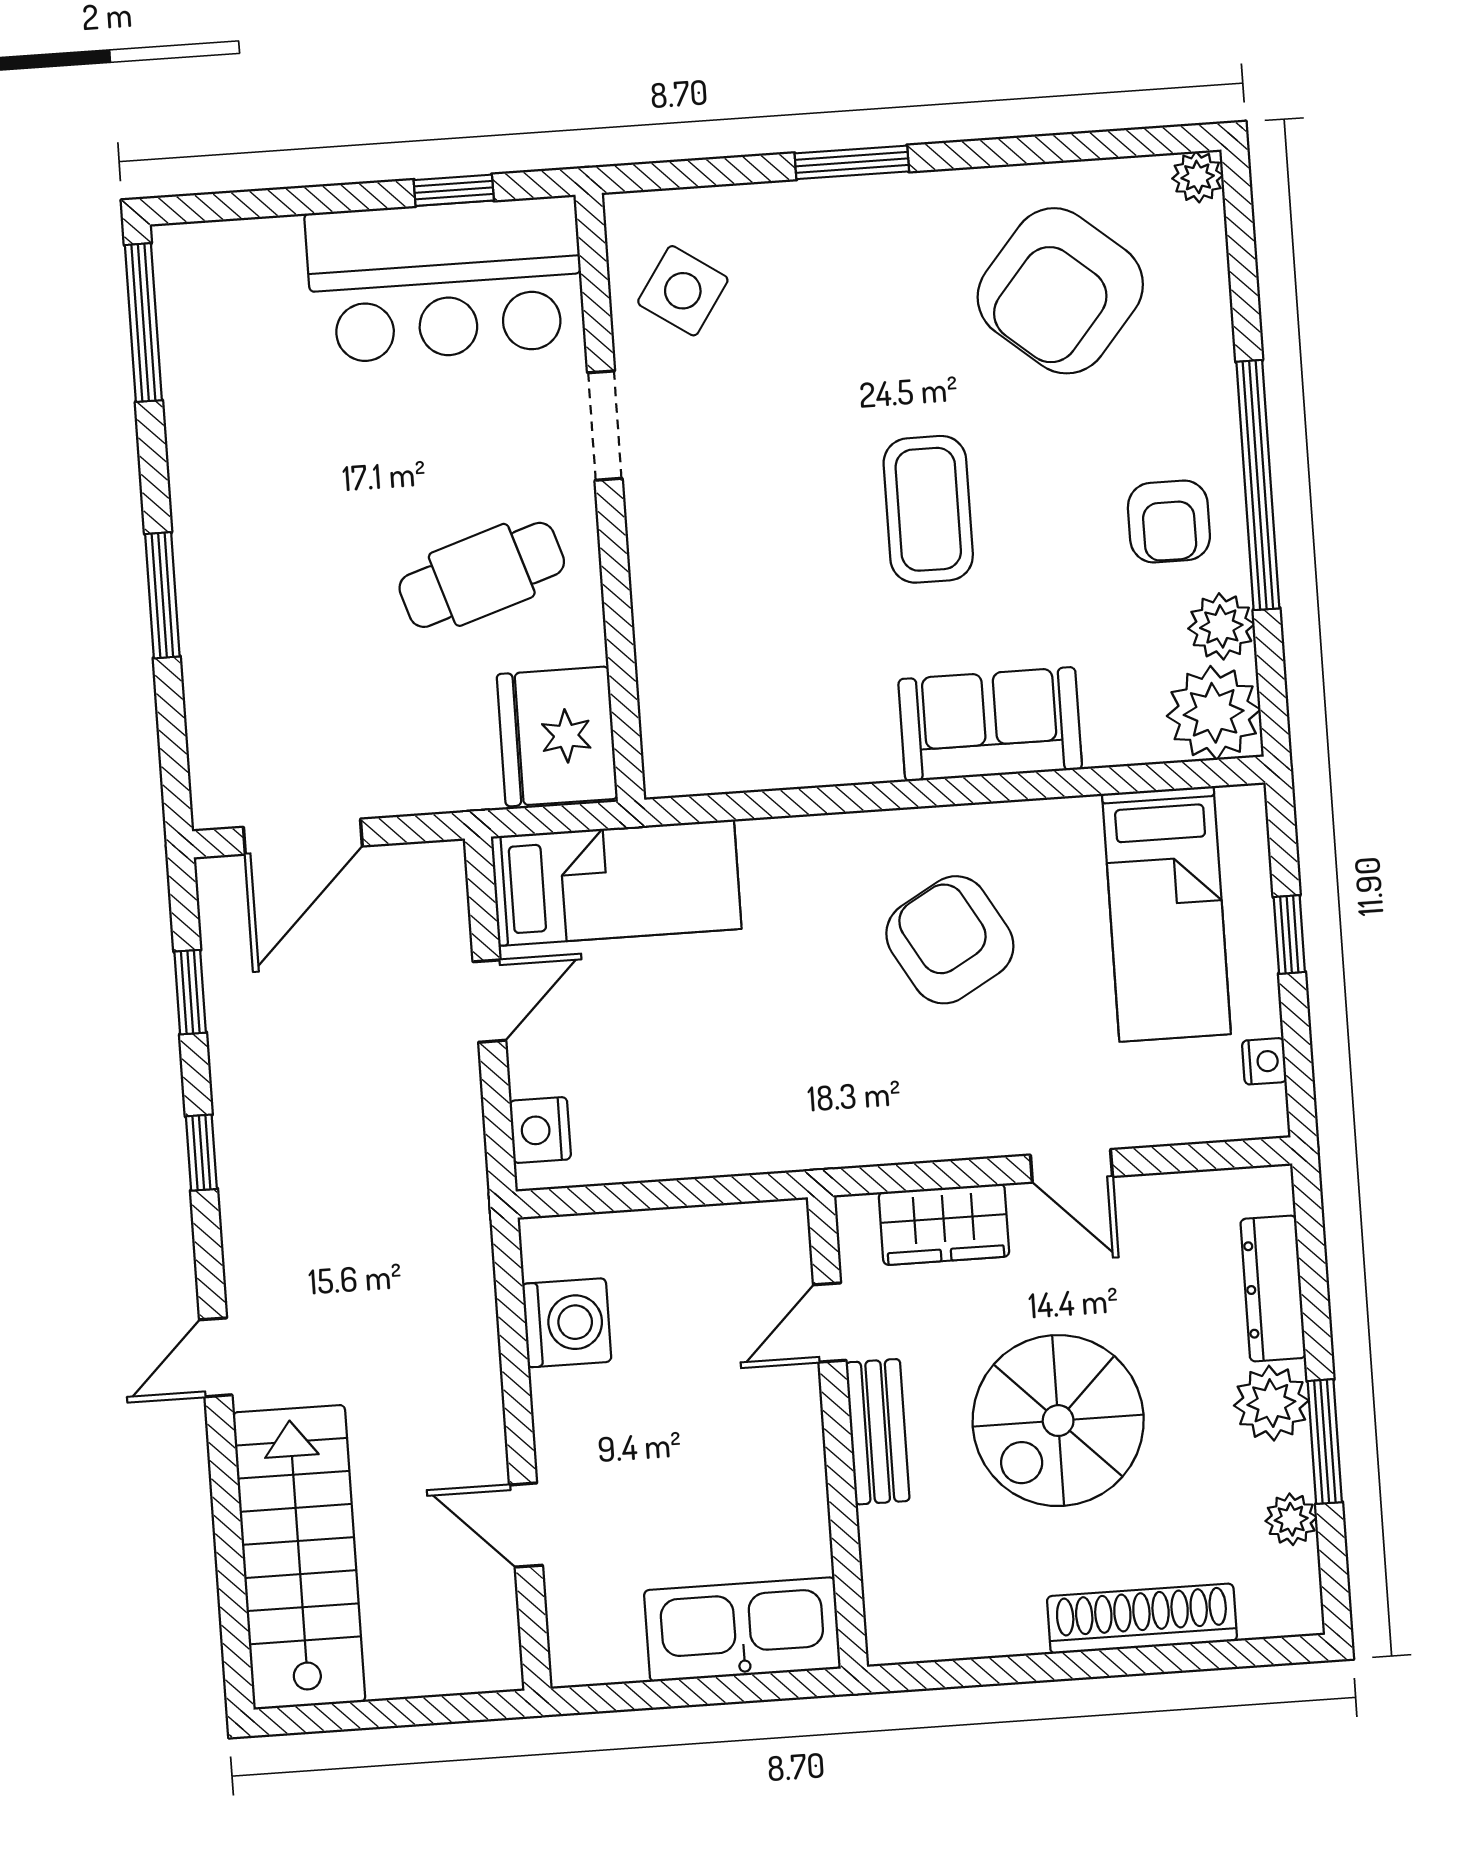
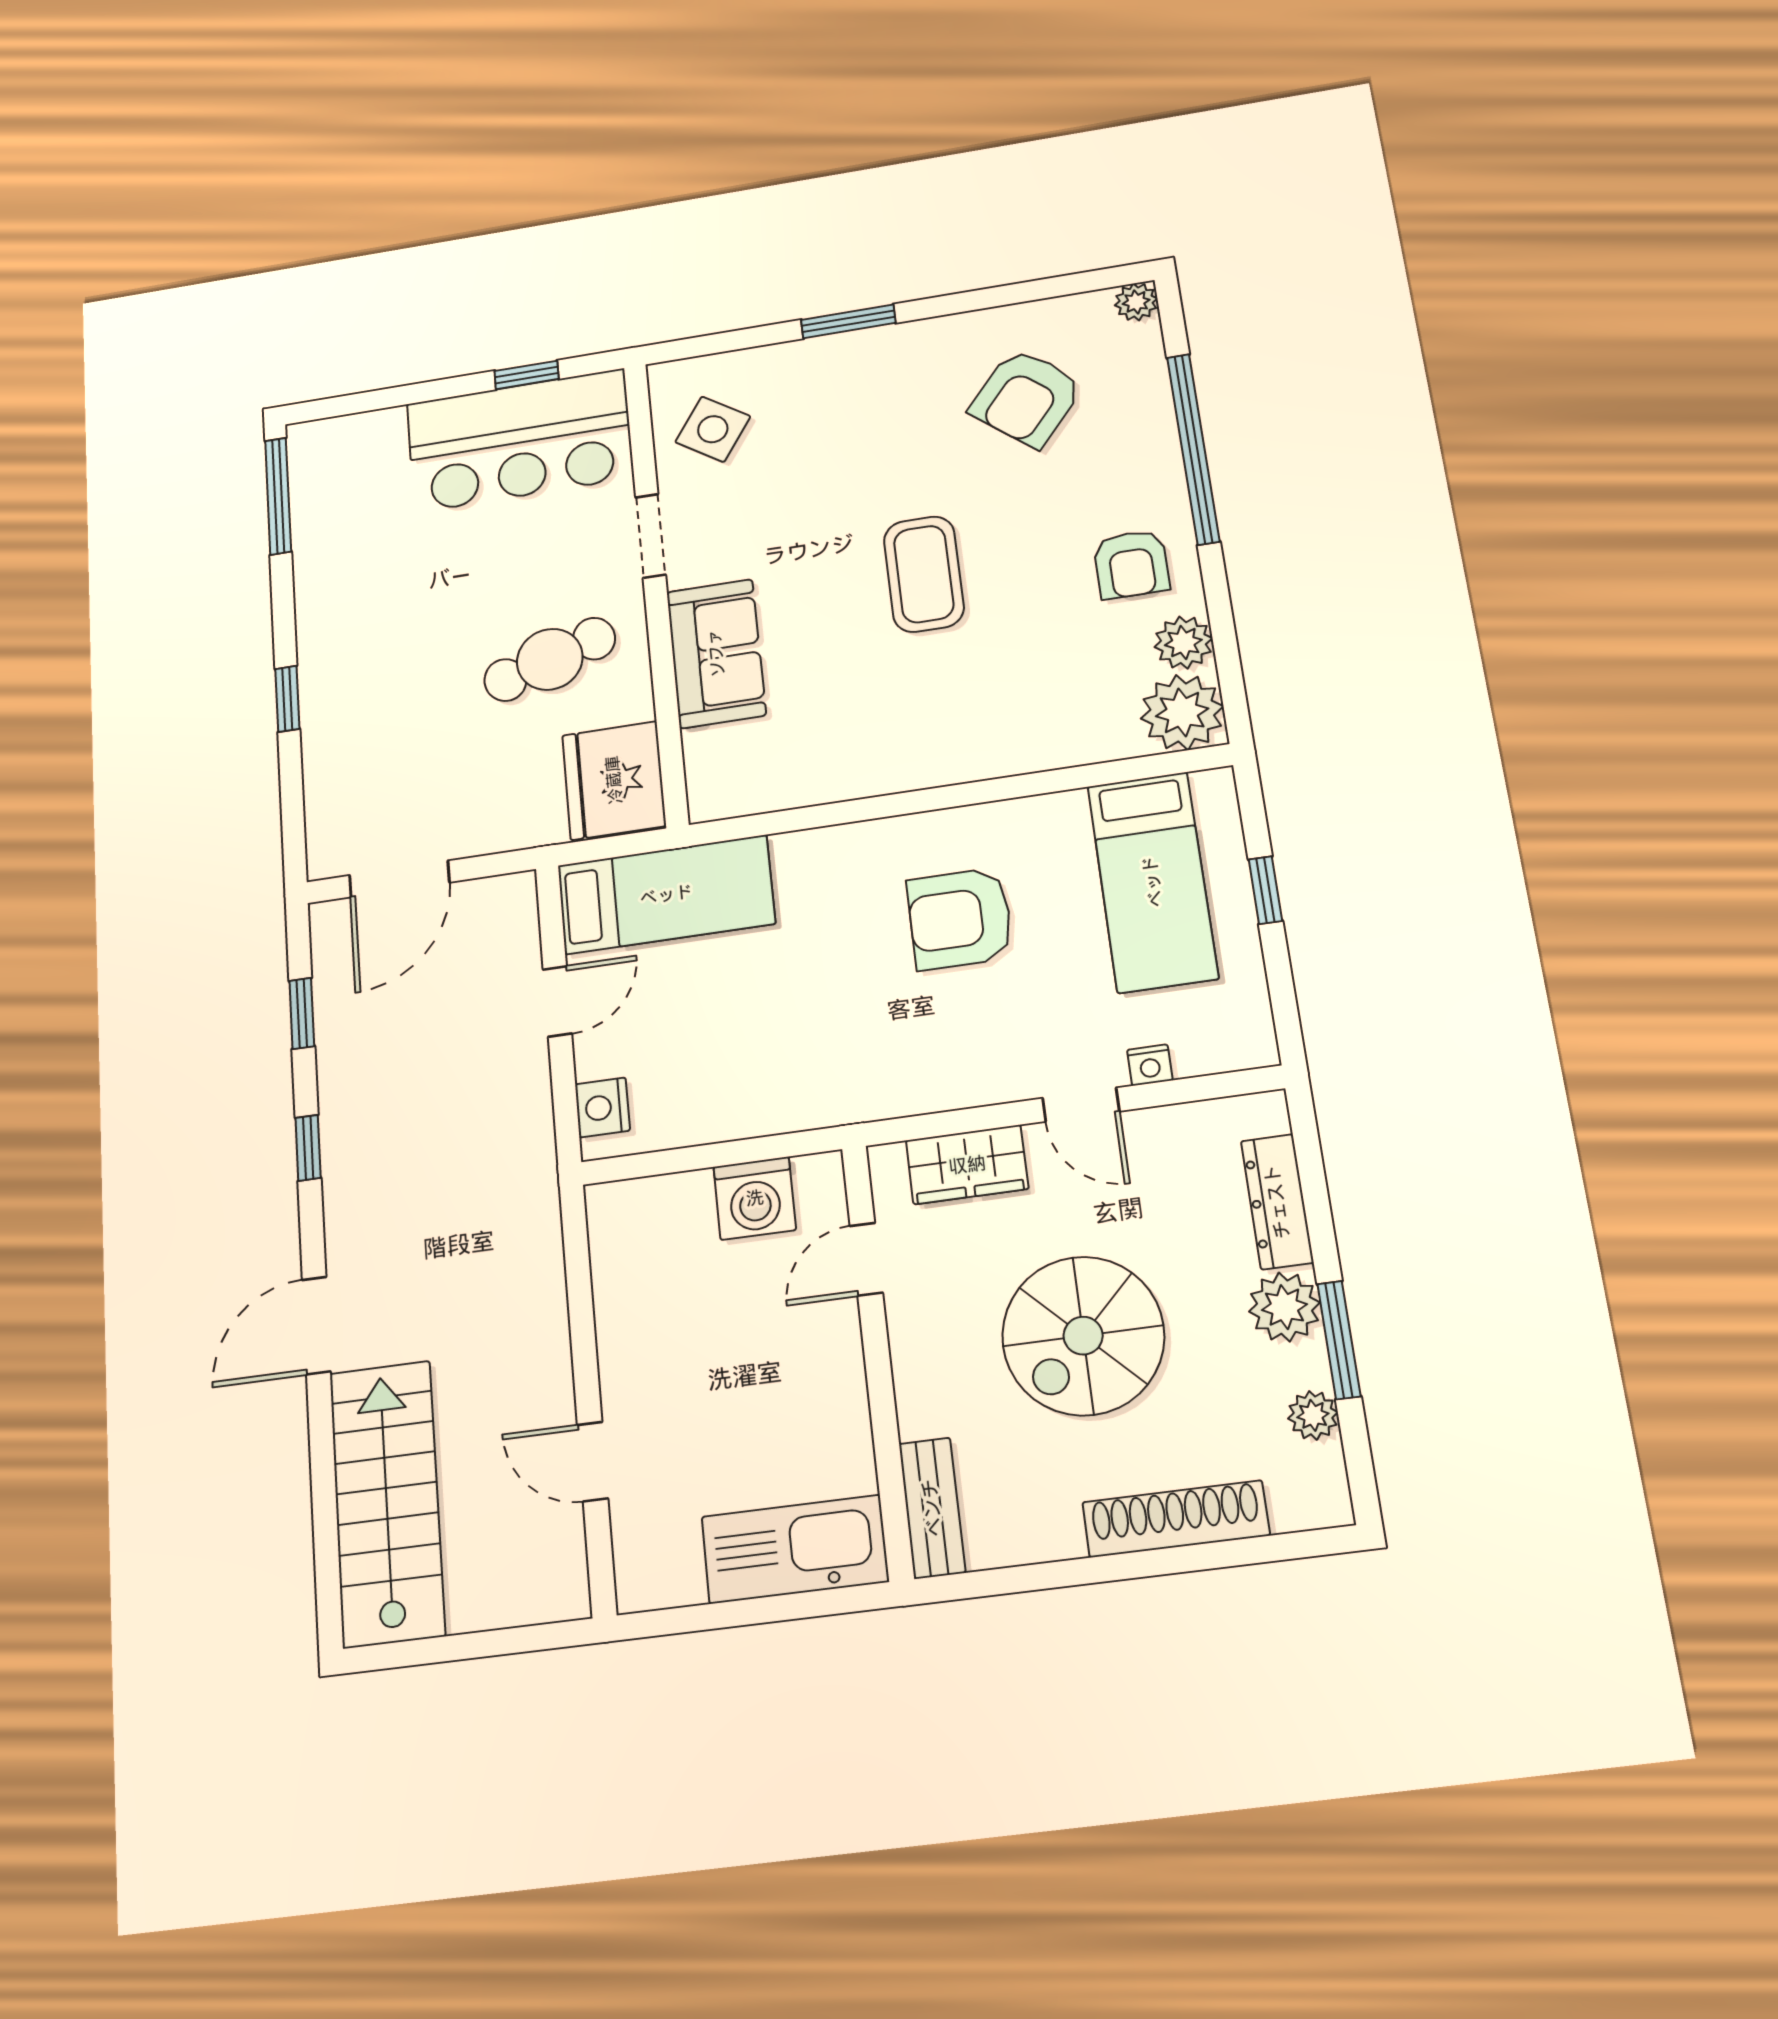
armchair: (1060, 291) -> (1026, 398), width x0.73, depth x0.73
window: (1258, 485) -> (1193, 449), moved
window: (162, 595) -> (287, 699), width x0.67
sofa: (990, 724) -> (716, 653), moved, turned 90
armchair: (950, 940) -> (960, 919), turned -60
nightstand: (1264, 1061) -> (1150, 1065), moved, turned 90
washing machine: (567, 1323) -> (755, 1198), moved, turned 90
door: (216, 1357) -> (316, 1325), width x1.38
bench: (878, 1432) -> (932, 1508), moved

